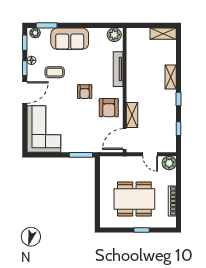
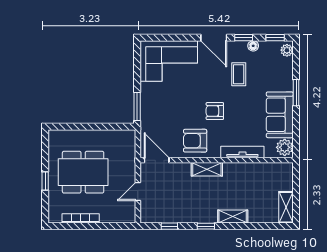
window: (47, 25) -> (296, 93), moved
sofa: (70, 39) -> (280, 115), moved
shelving: (132, 115) -> (207, 169), moved
plant: (169, 163) -> (127, 215), removed
dining table: (134, 199) -> (83, 172), turned 90

